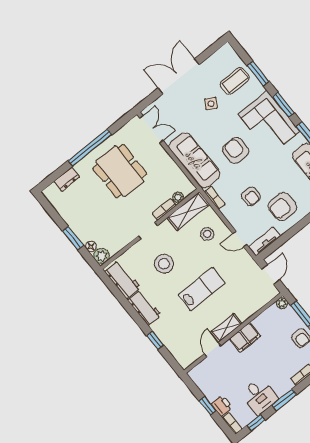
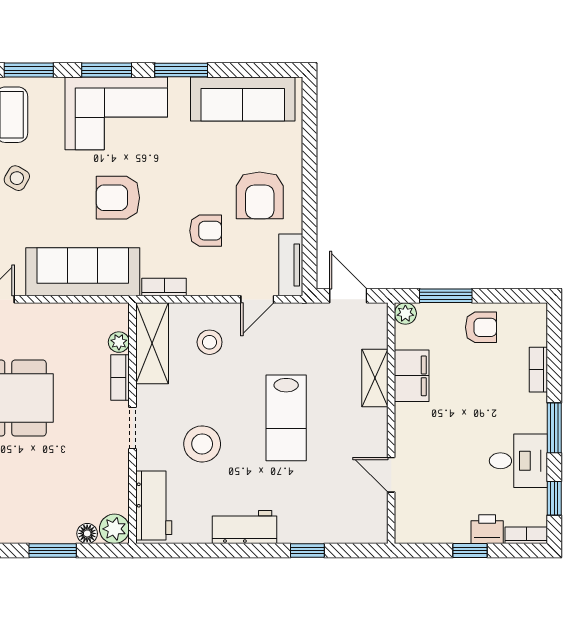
workbench: (123, 280) -> (154, 505), moved, turned 90
lab bench: (202, 289) -> (286, 418), turned 180
shelving: (226, 328) -> (375, 378), moved
filing cabinet: (245, 337) -> (412, 376), moved

